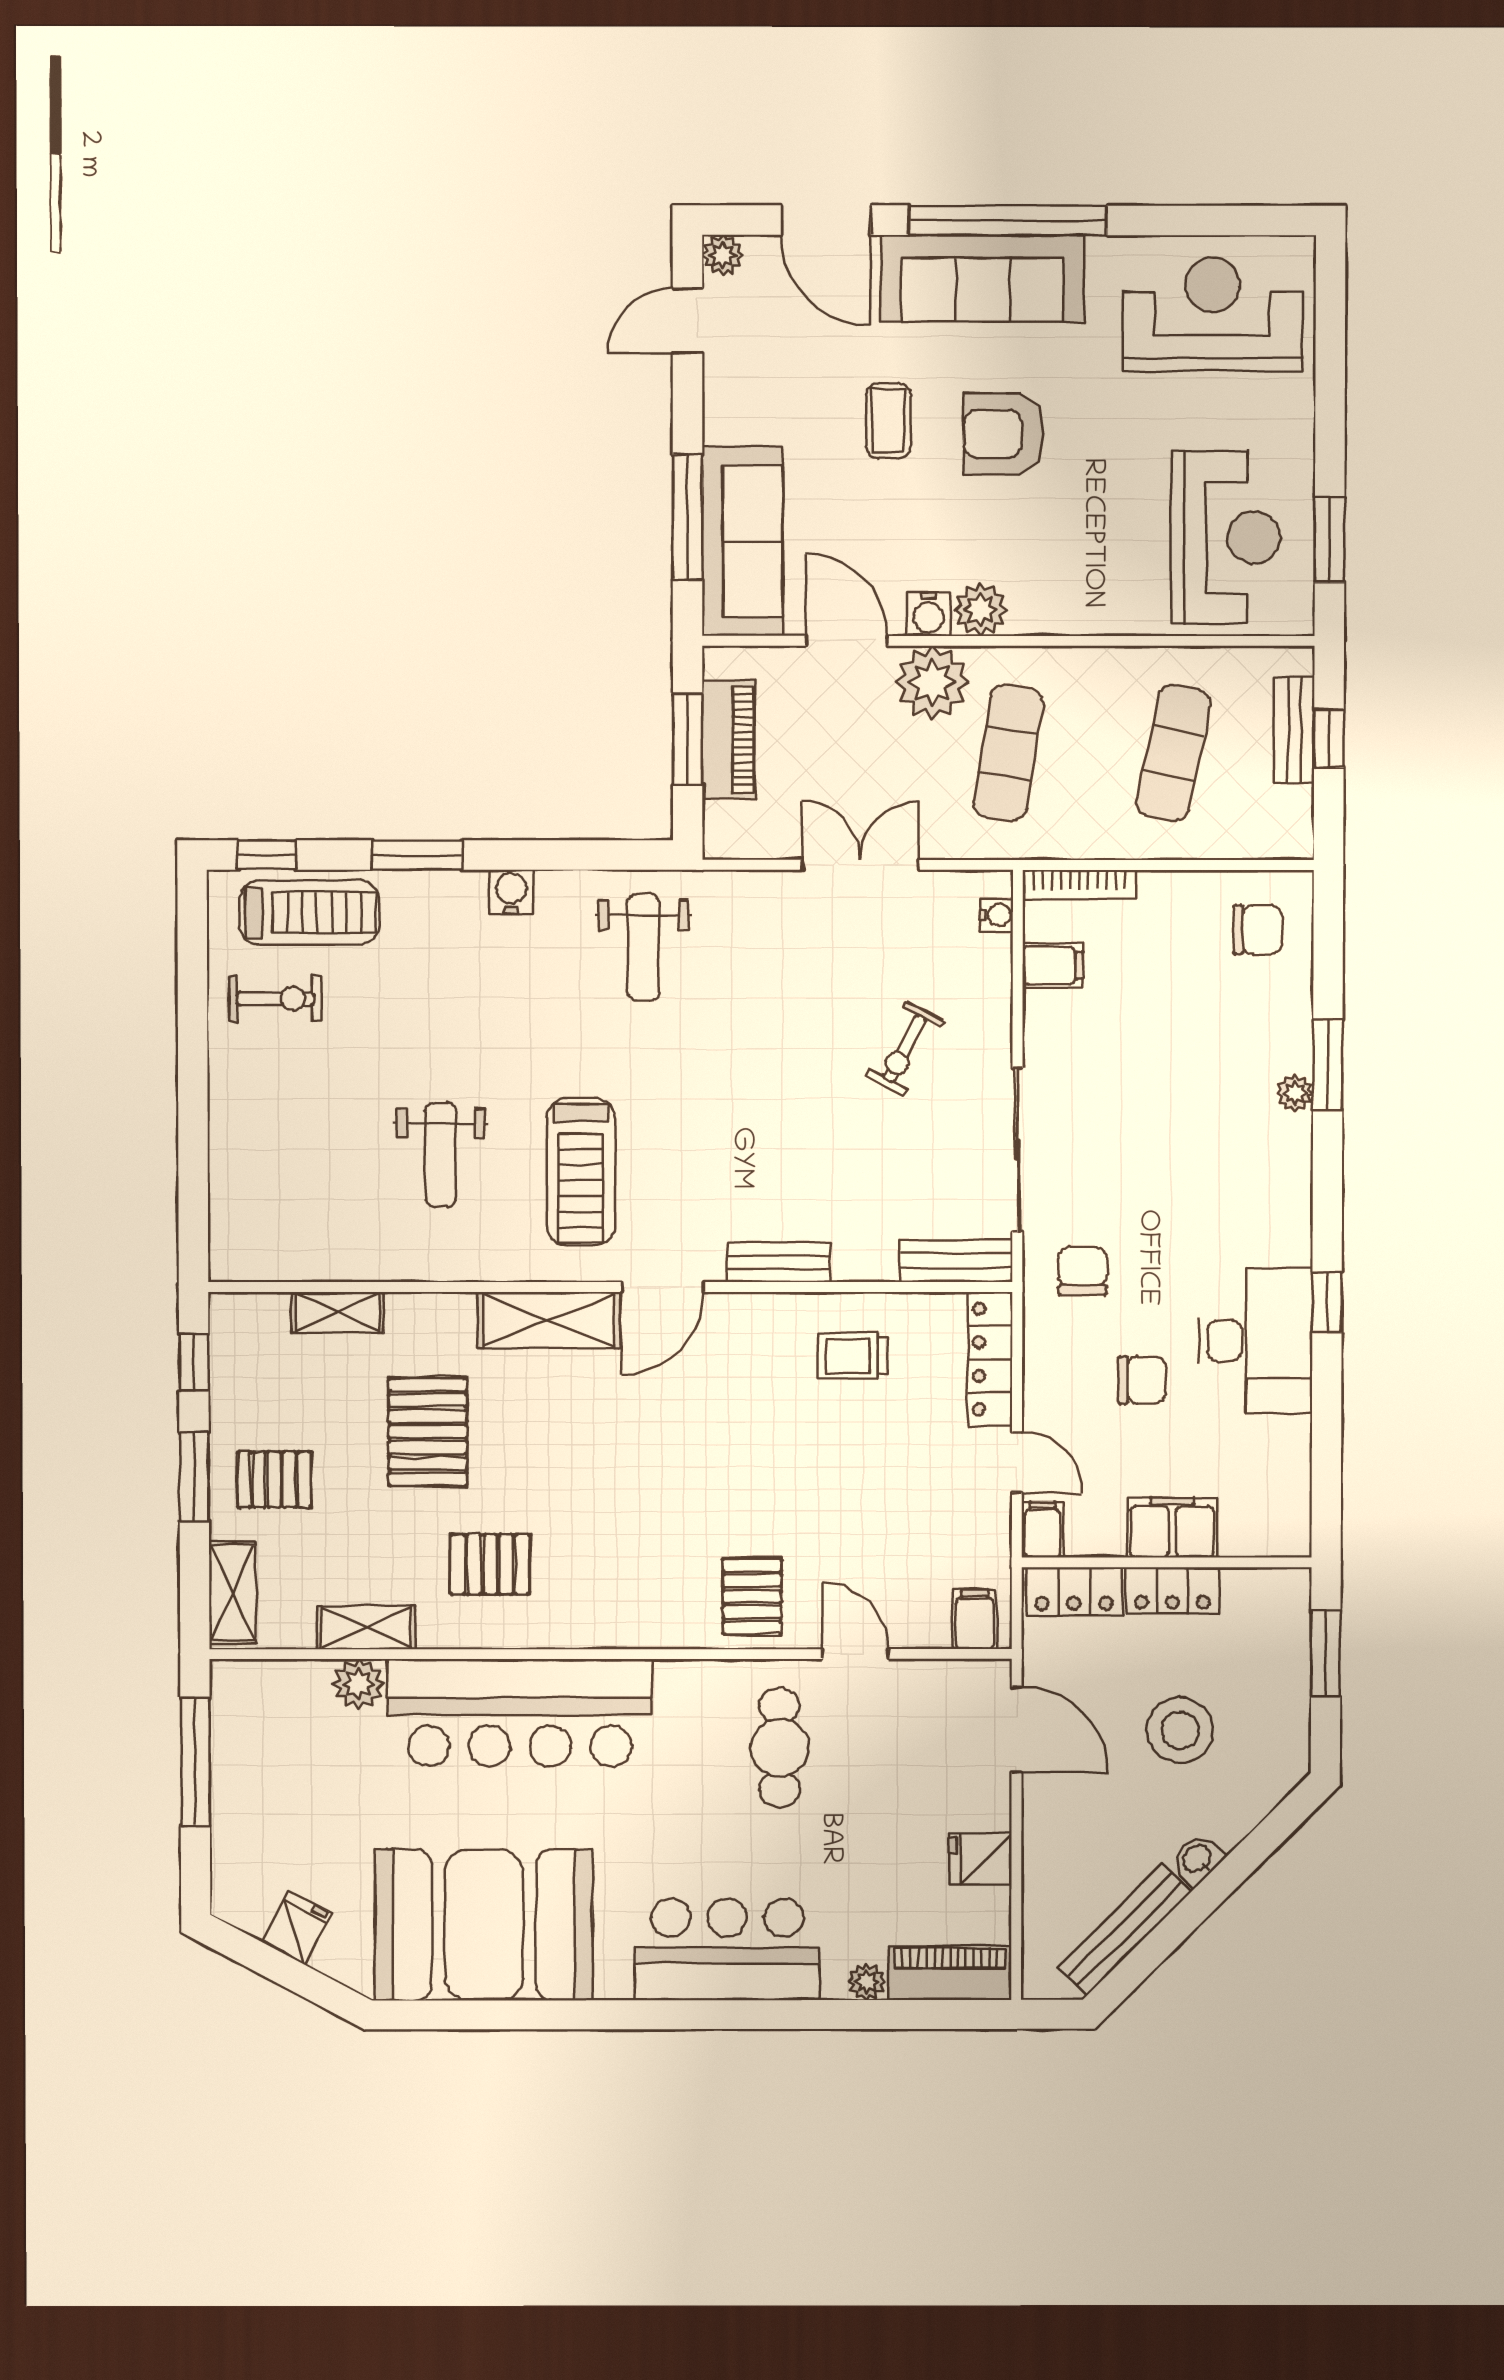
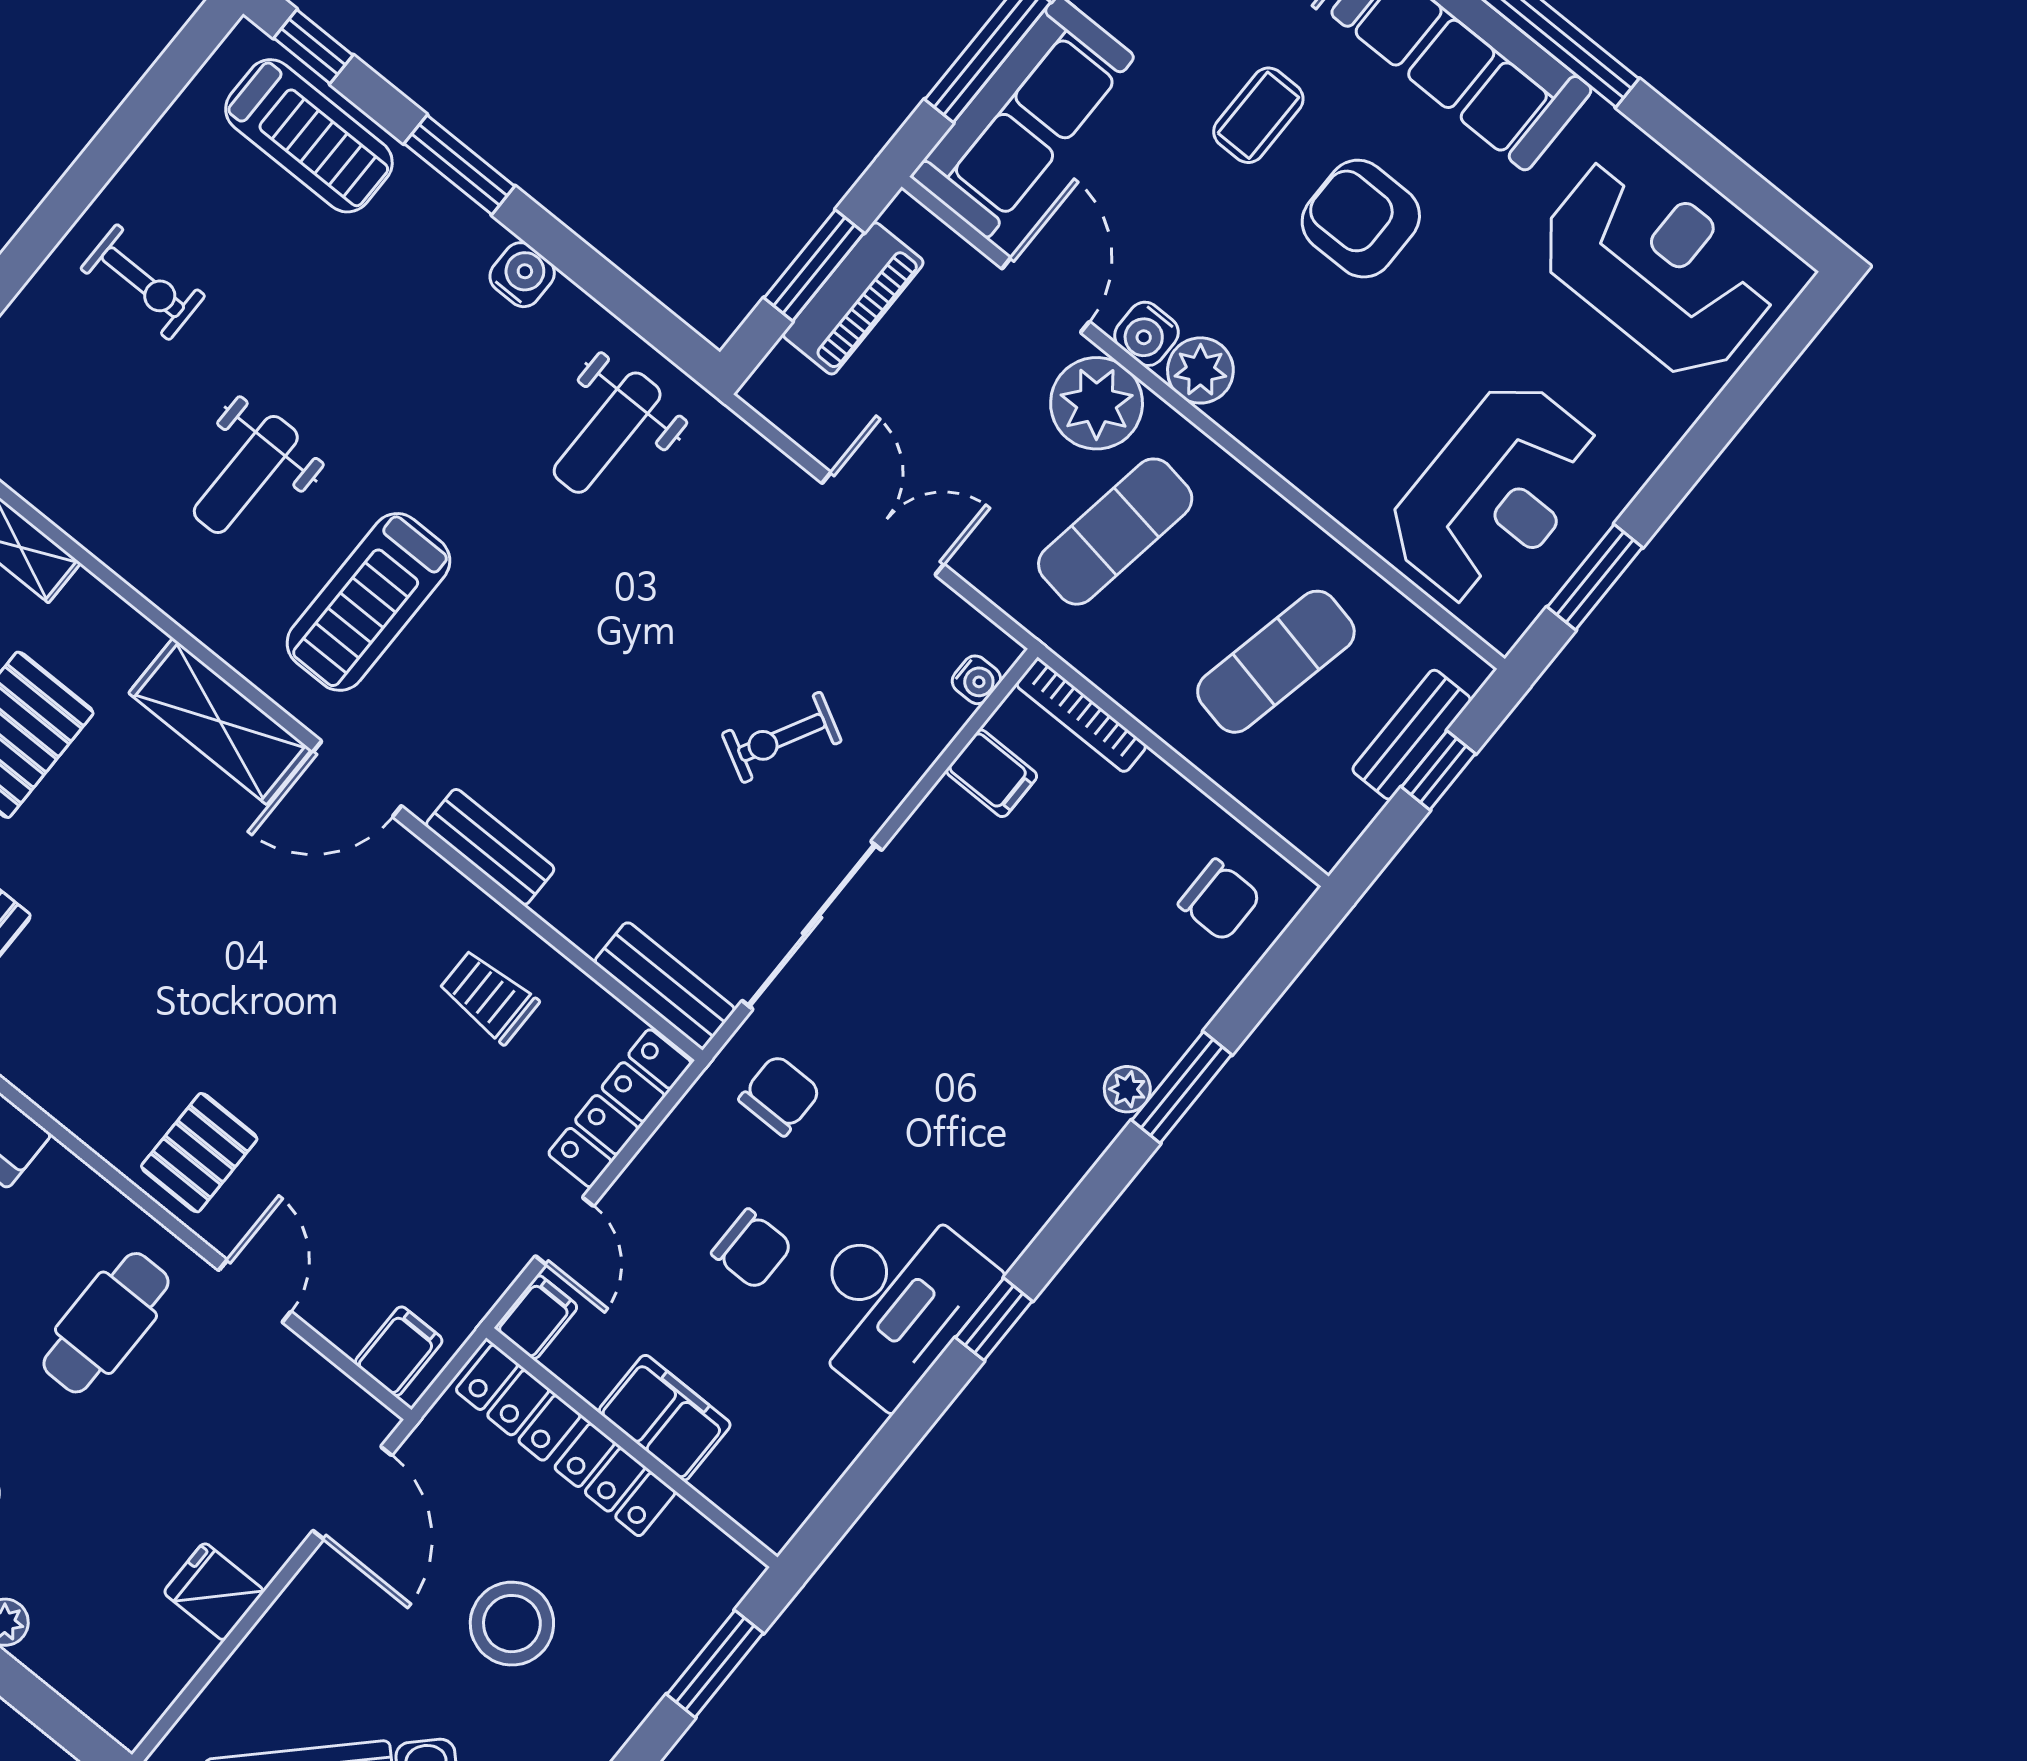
exercise bike: (276, 999) -> (143, 282), moved
piano: (950, 1973) -> (94, 1680), removed

